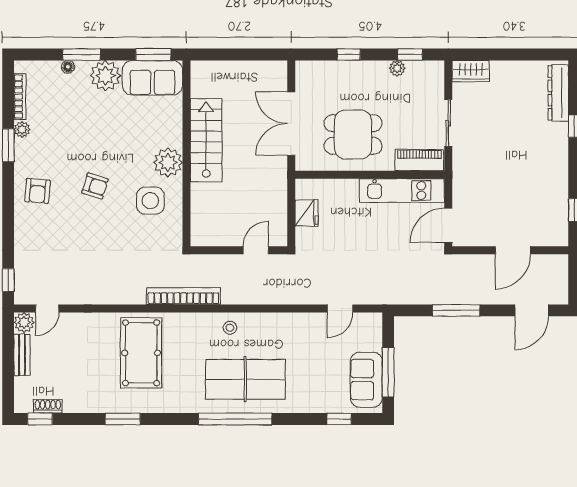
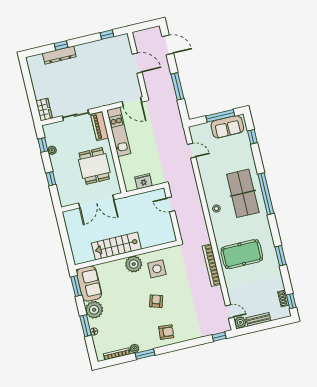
dresser: (558, 93) -> (59, 55), moved
bookcase: (183, 296) -> (211, 265), moved

